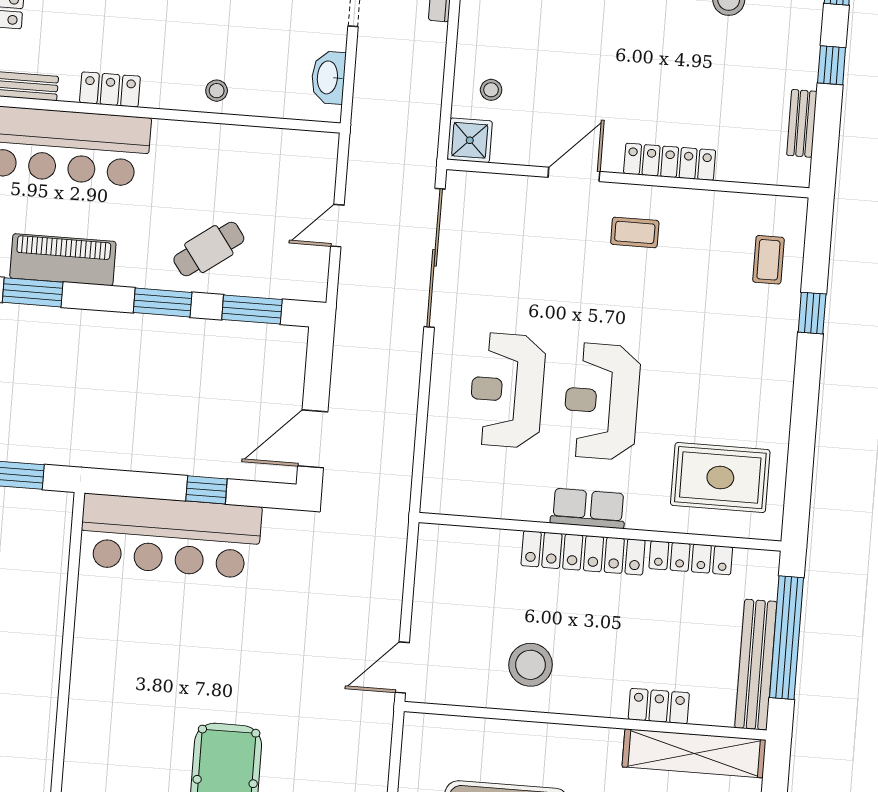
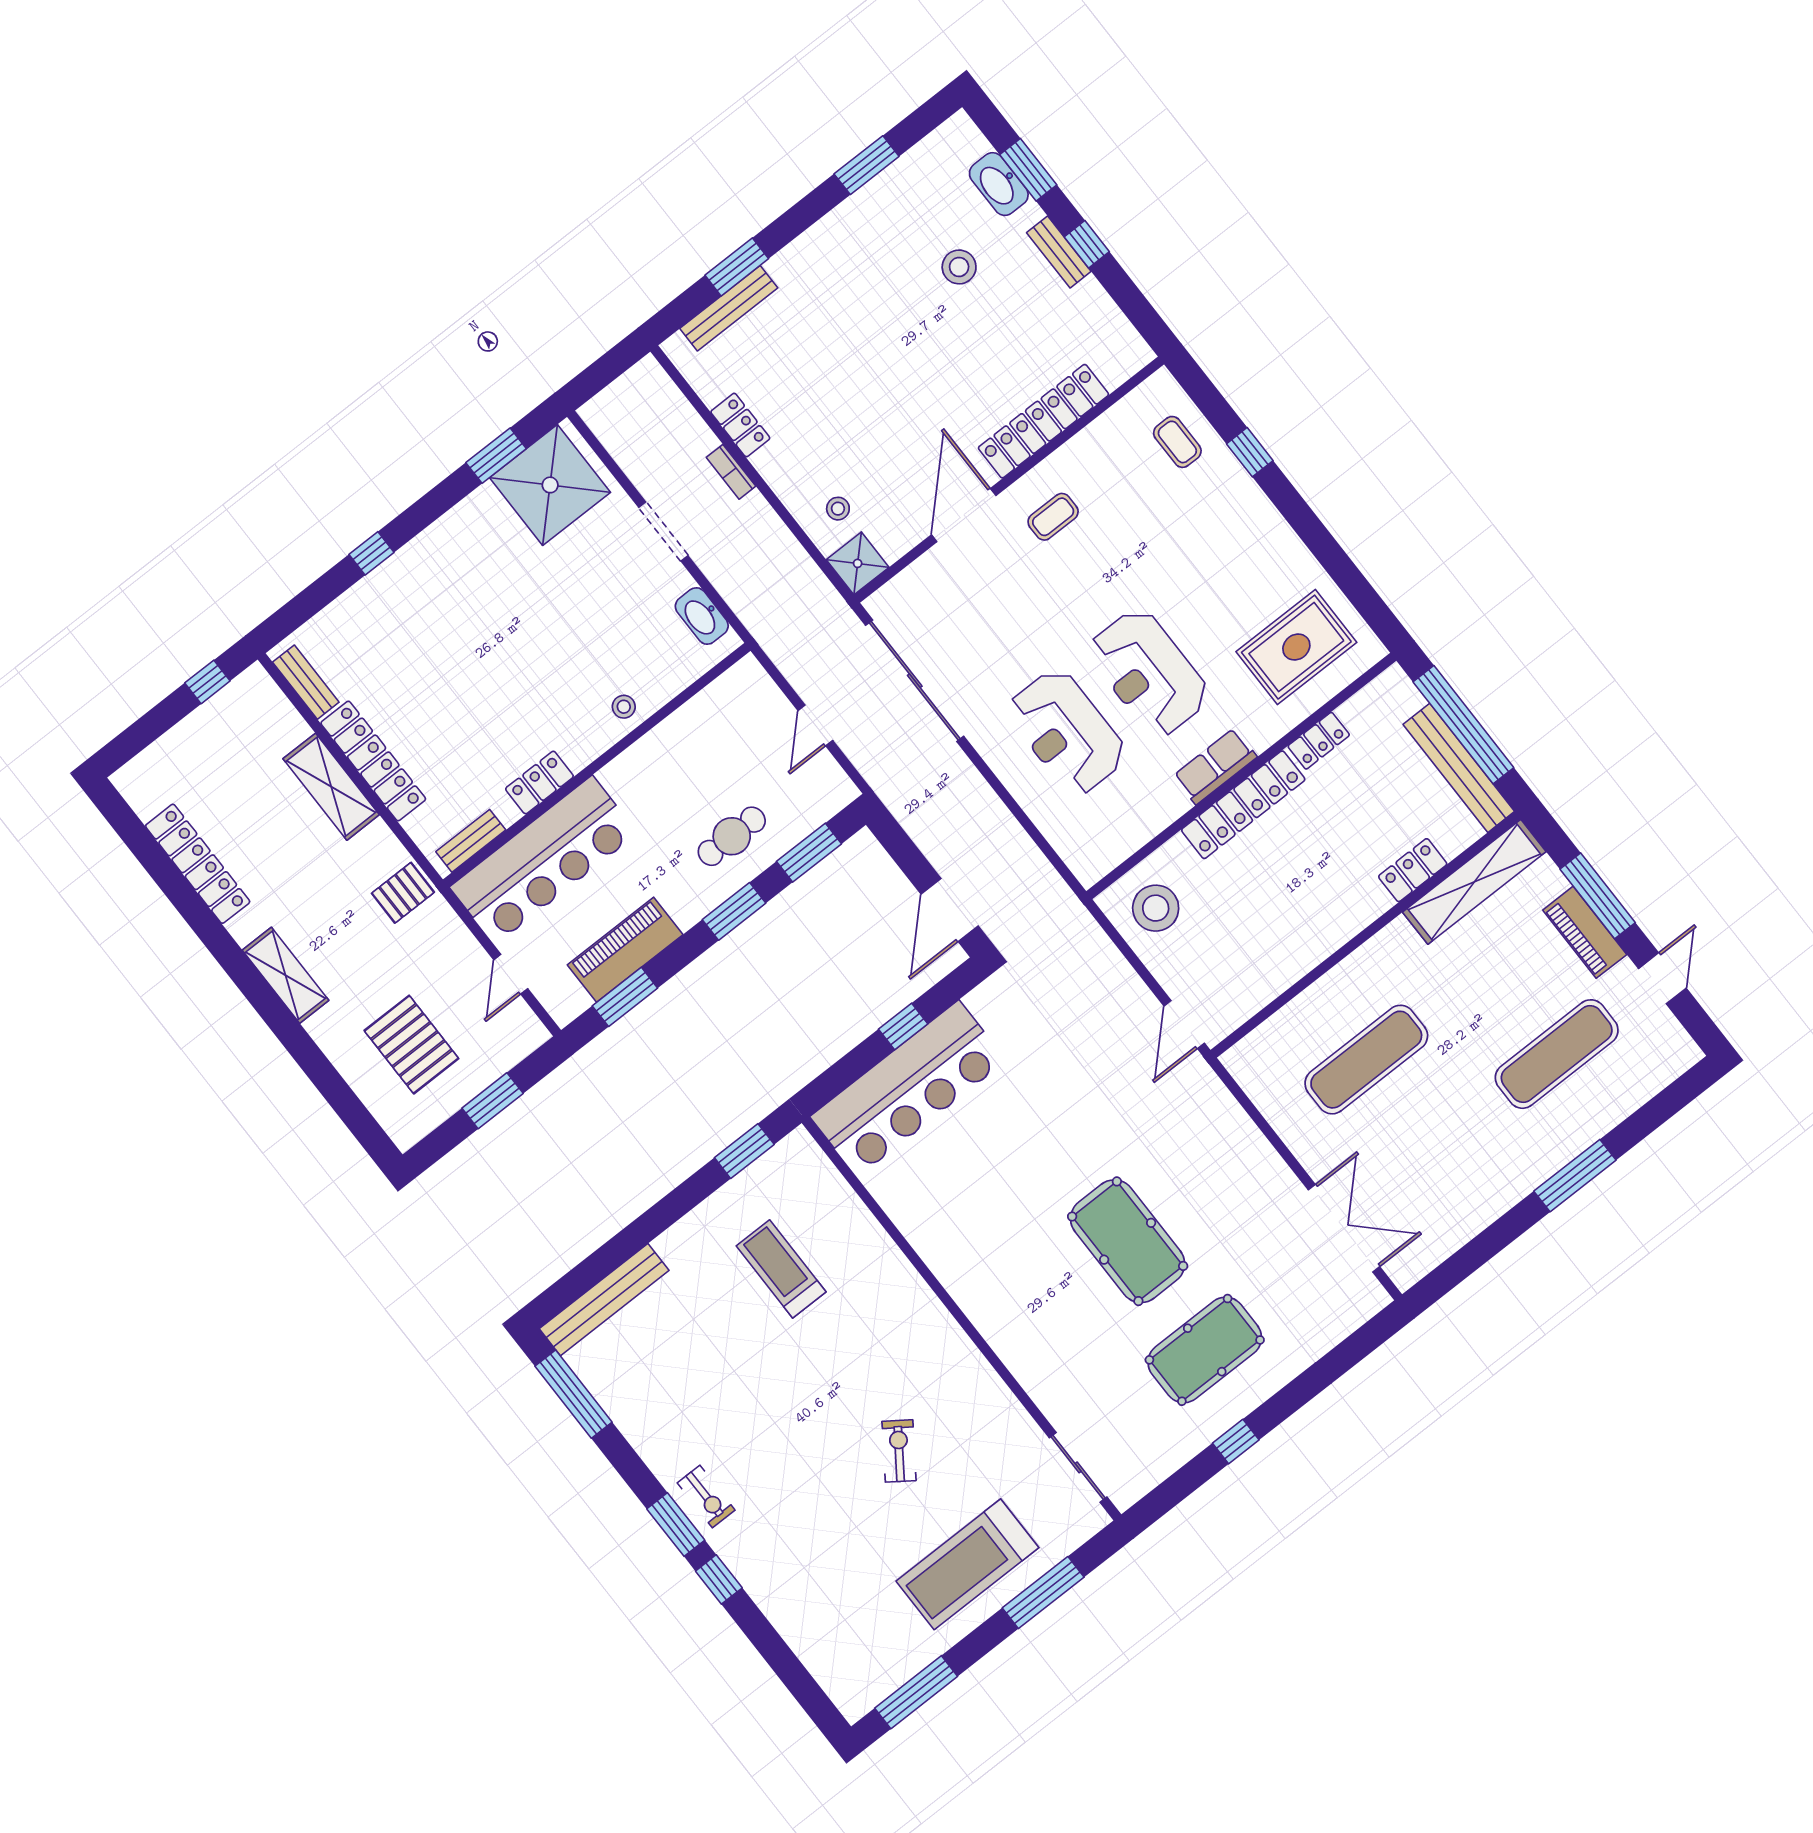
bench: (802, 123) -> (1059, 252), moved
locker: (670, 162) -> (1043, 421), width x1.41, depth x1.21
door: (574, 174) -> (964, 515), width x1.36
cafe table: (209, 249) -> (732, 836), turned 36
locker: (691, 558) -> (1319, 741), width x0.66
stool: (530, 665) -> (1156, 908), moved

